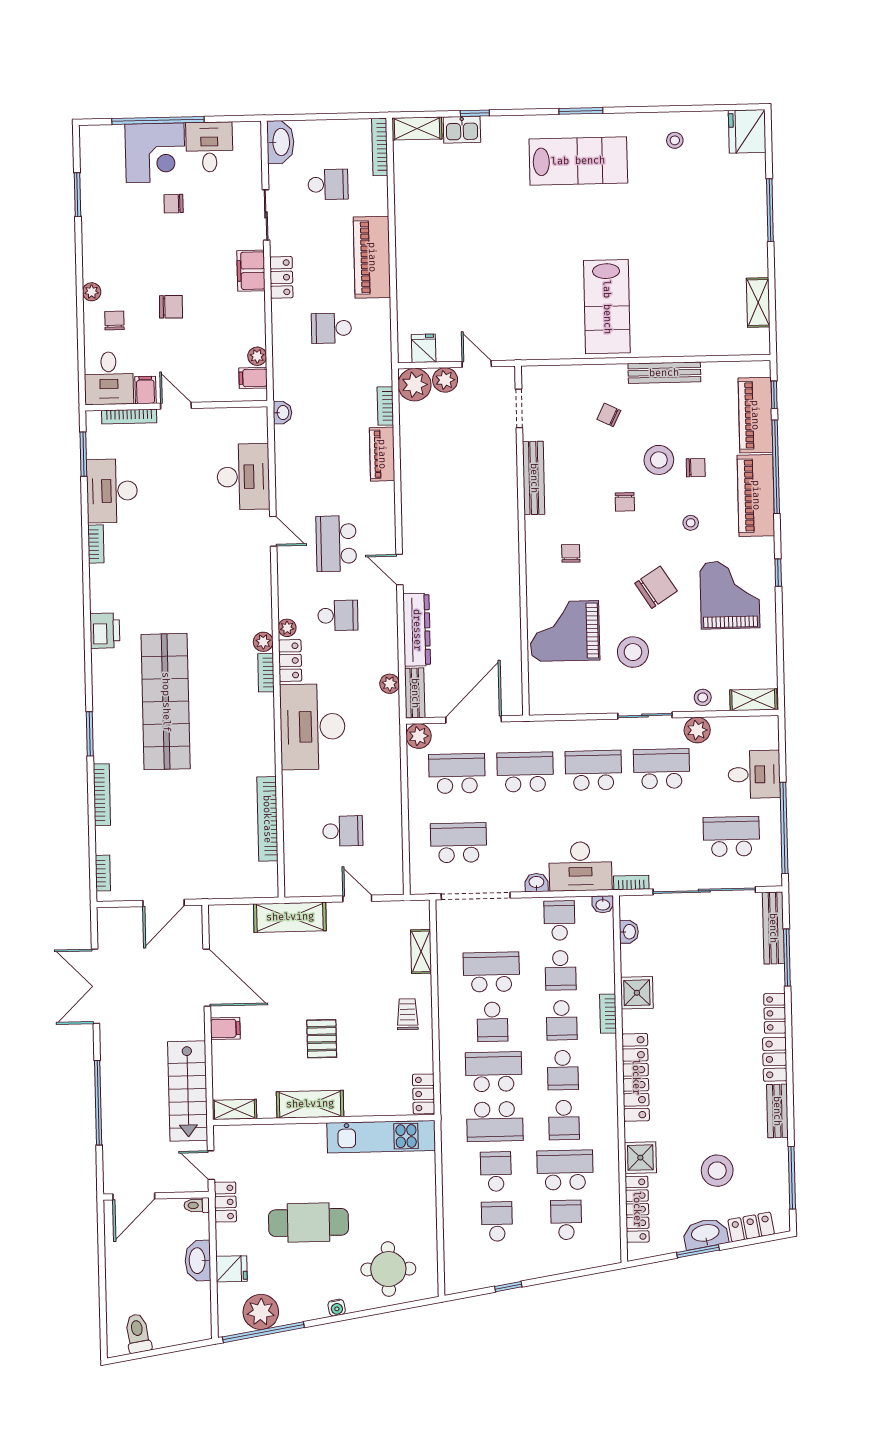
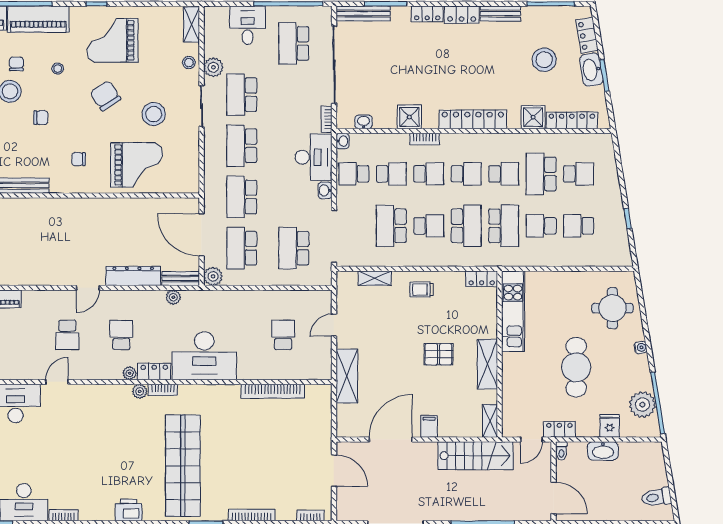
school desk: (336, 544) -> (67, 335), width x0.54
grand piano: (565, 631) -> (137, 165), turned -90
shop shelf: (166, 702) -> (183, 466), turned 90
school desk: (494, 1072) -> (466, 226), turned 180
school desk: (566, 1220) -> (579, 174), turned 180

